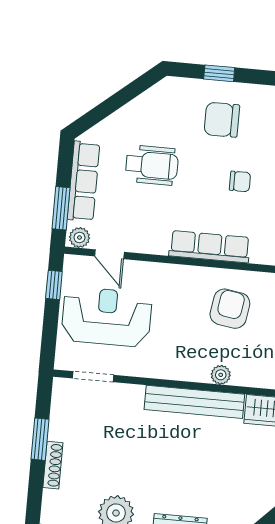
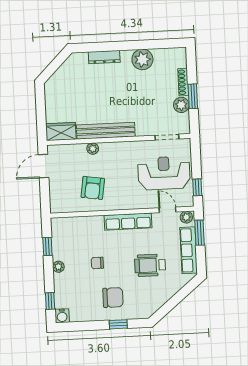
row of seats: (210, 247) -> (128, 222), moved
reception desk: (107, 317) -> (164, 173), turned 180
plant: (61, 427) -> (181, 105), added

